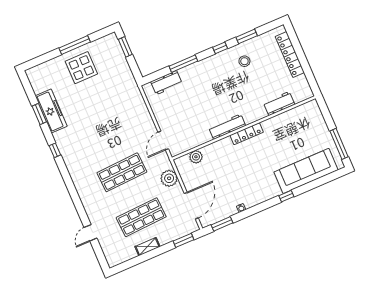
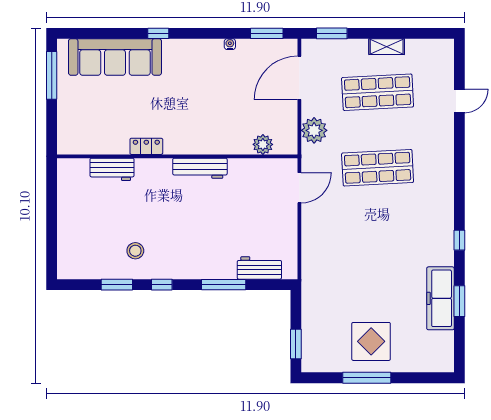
locker: (290, 55) -> (67, 232), removed
locker: (247, 134) -> (146, 146), moved, width x0.66

